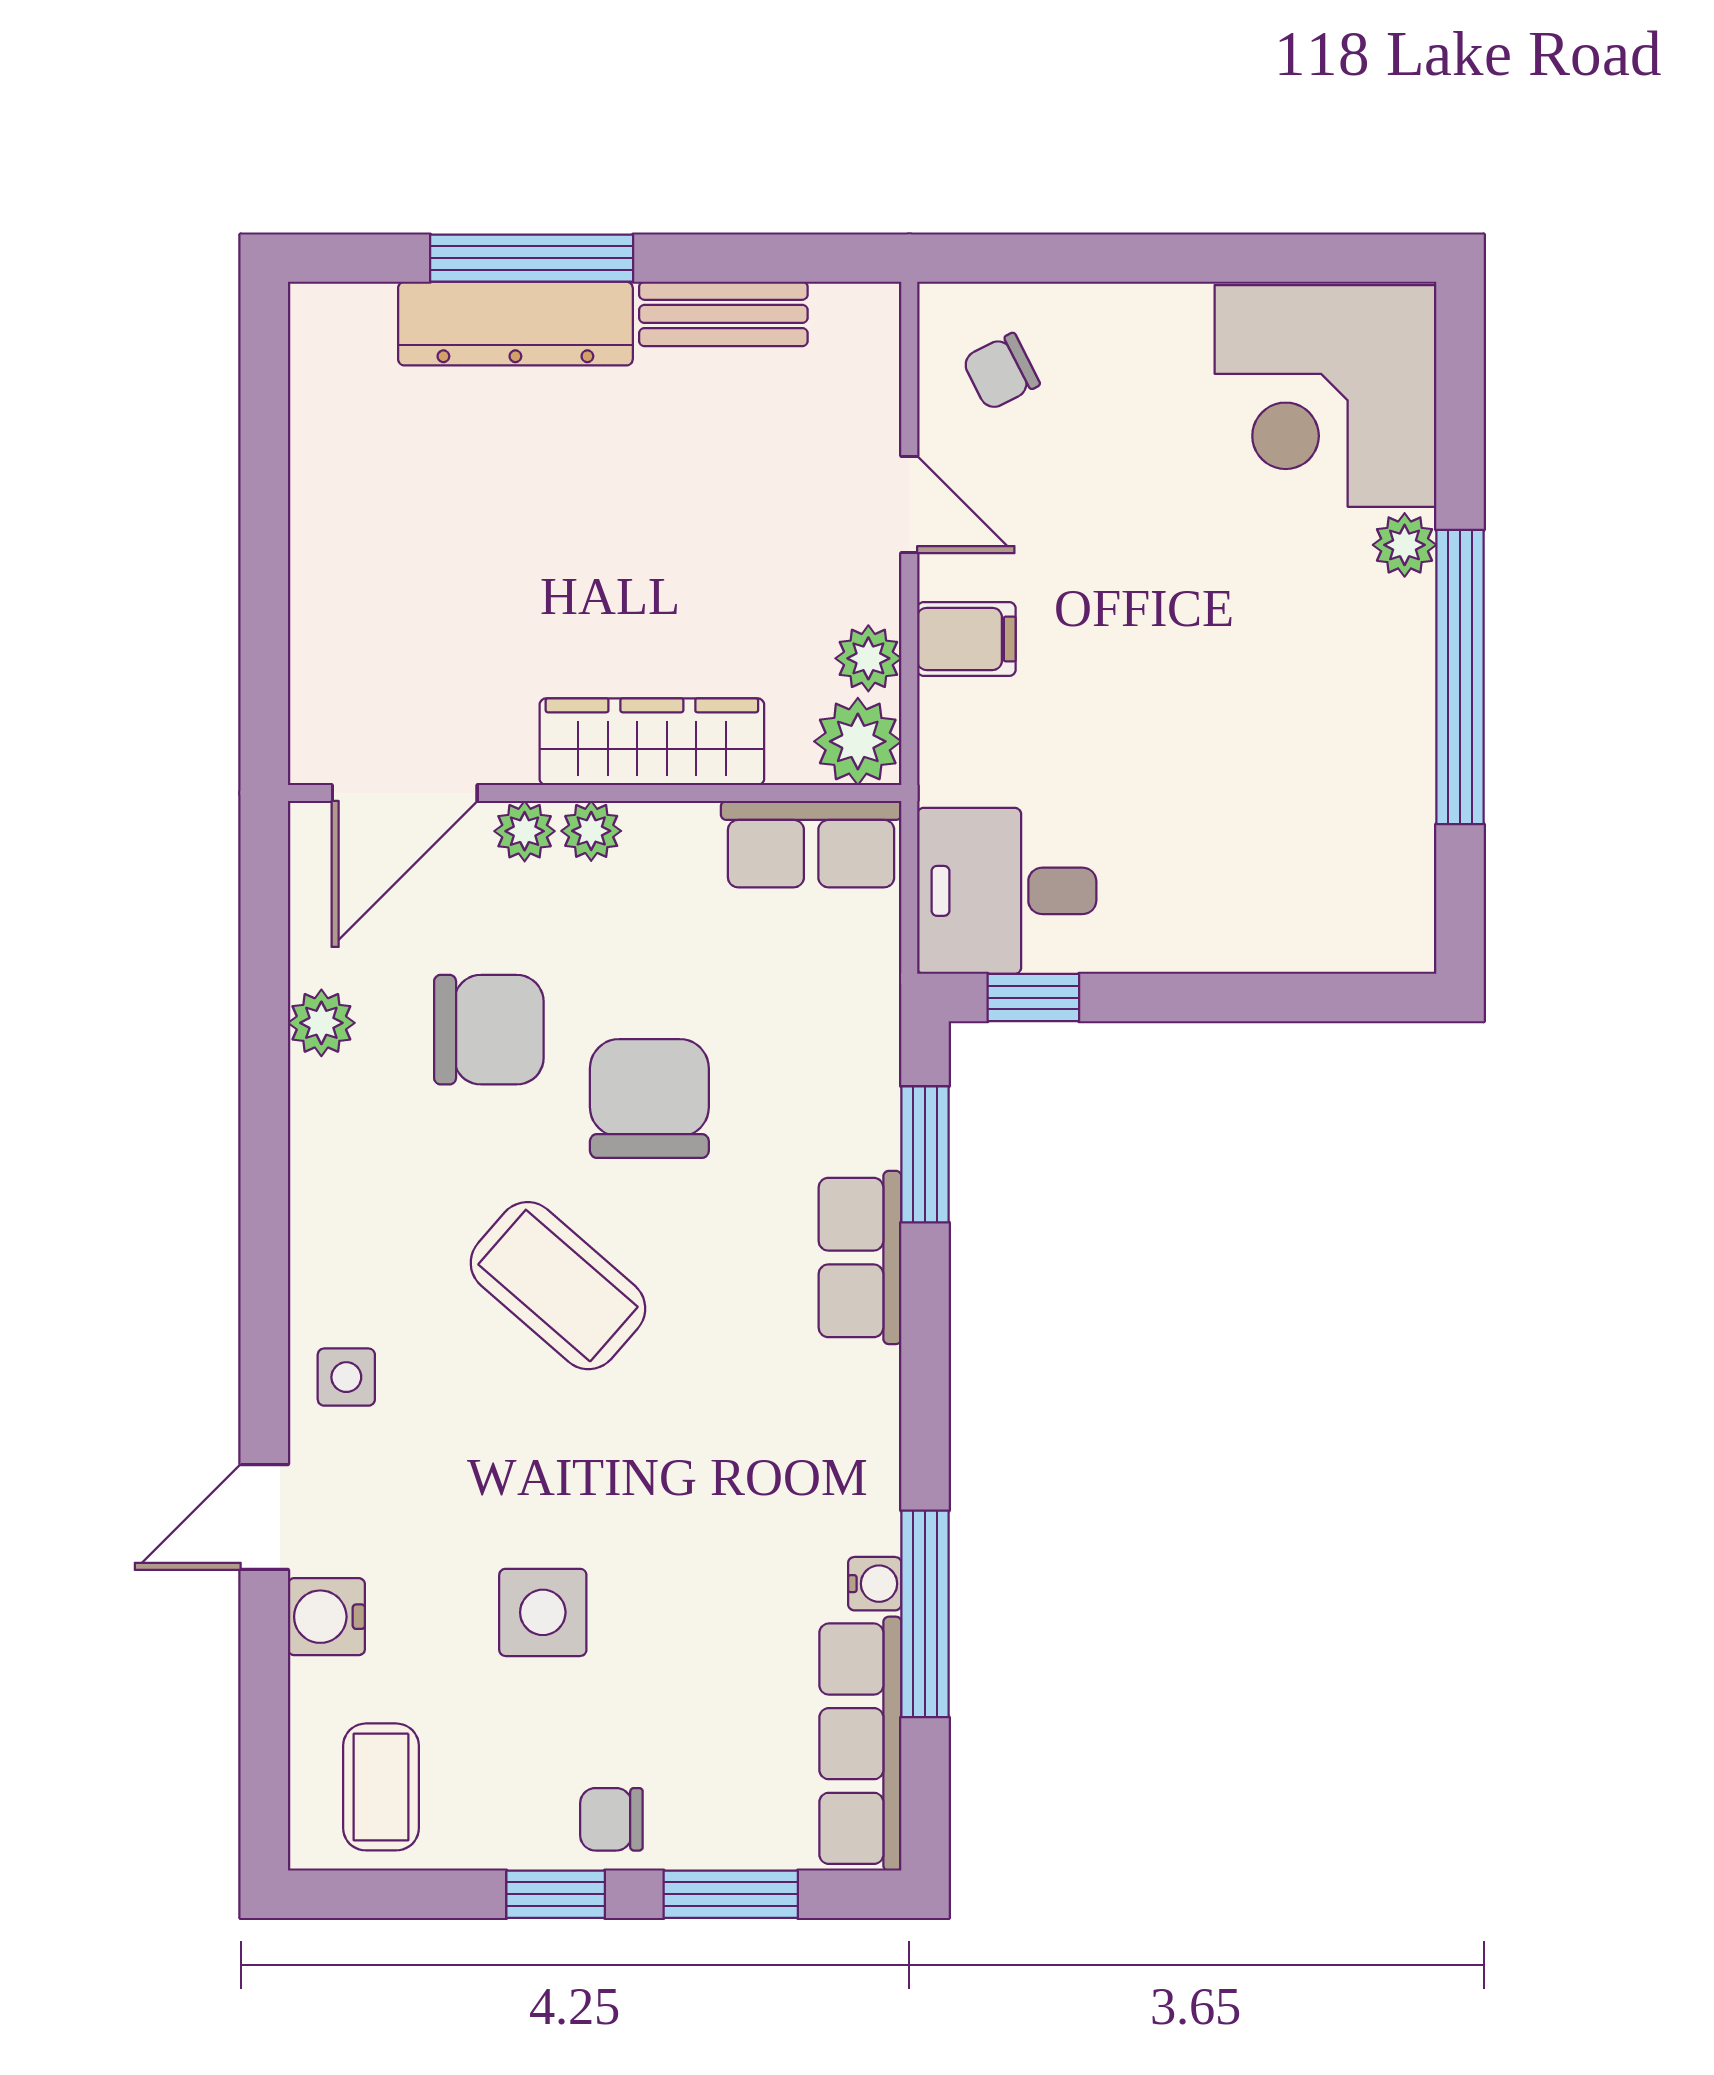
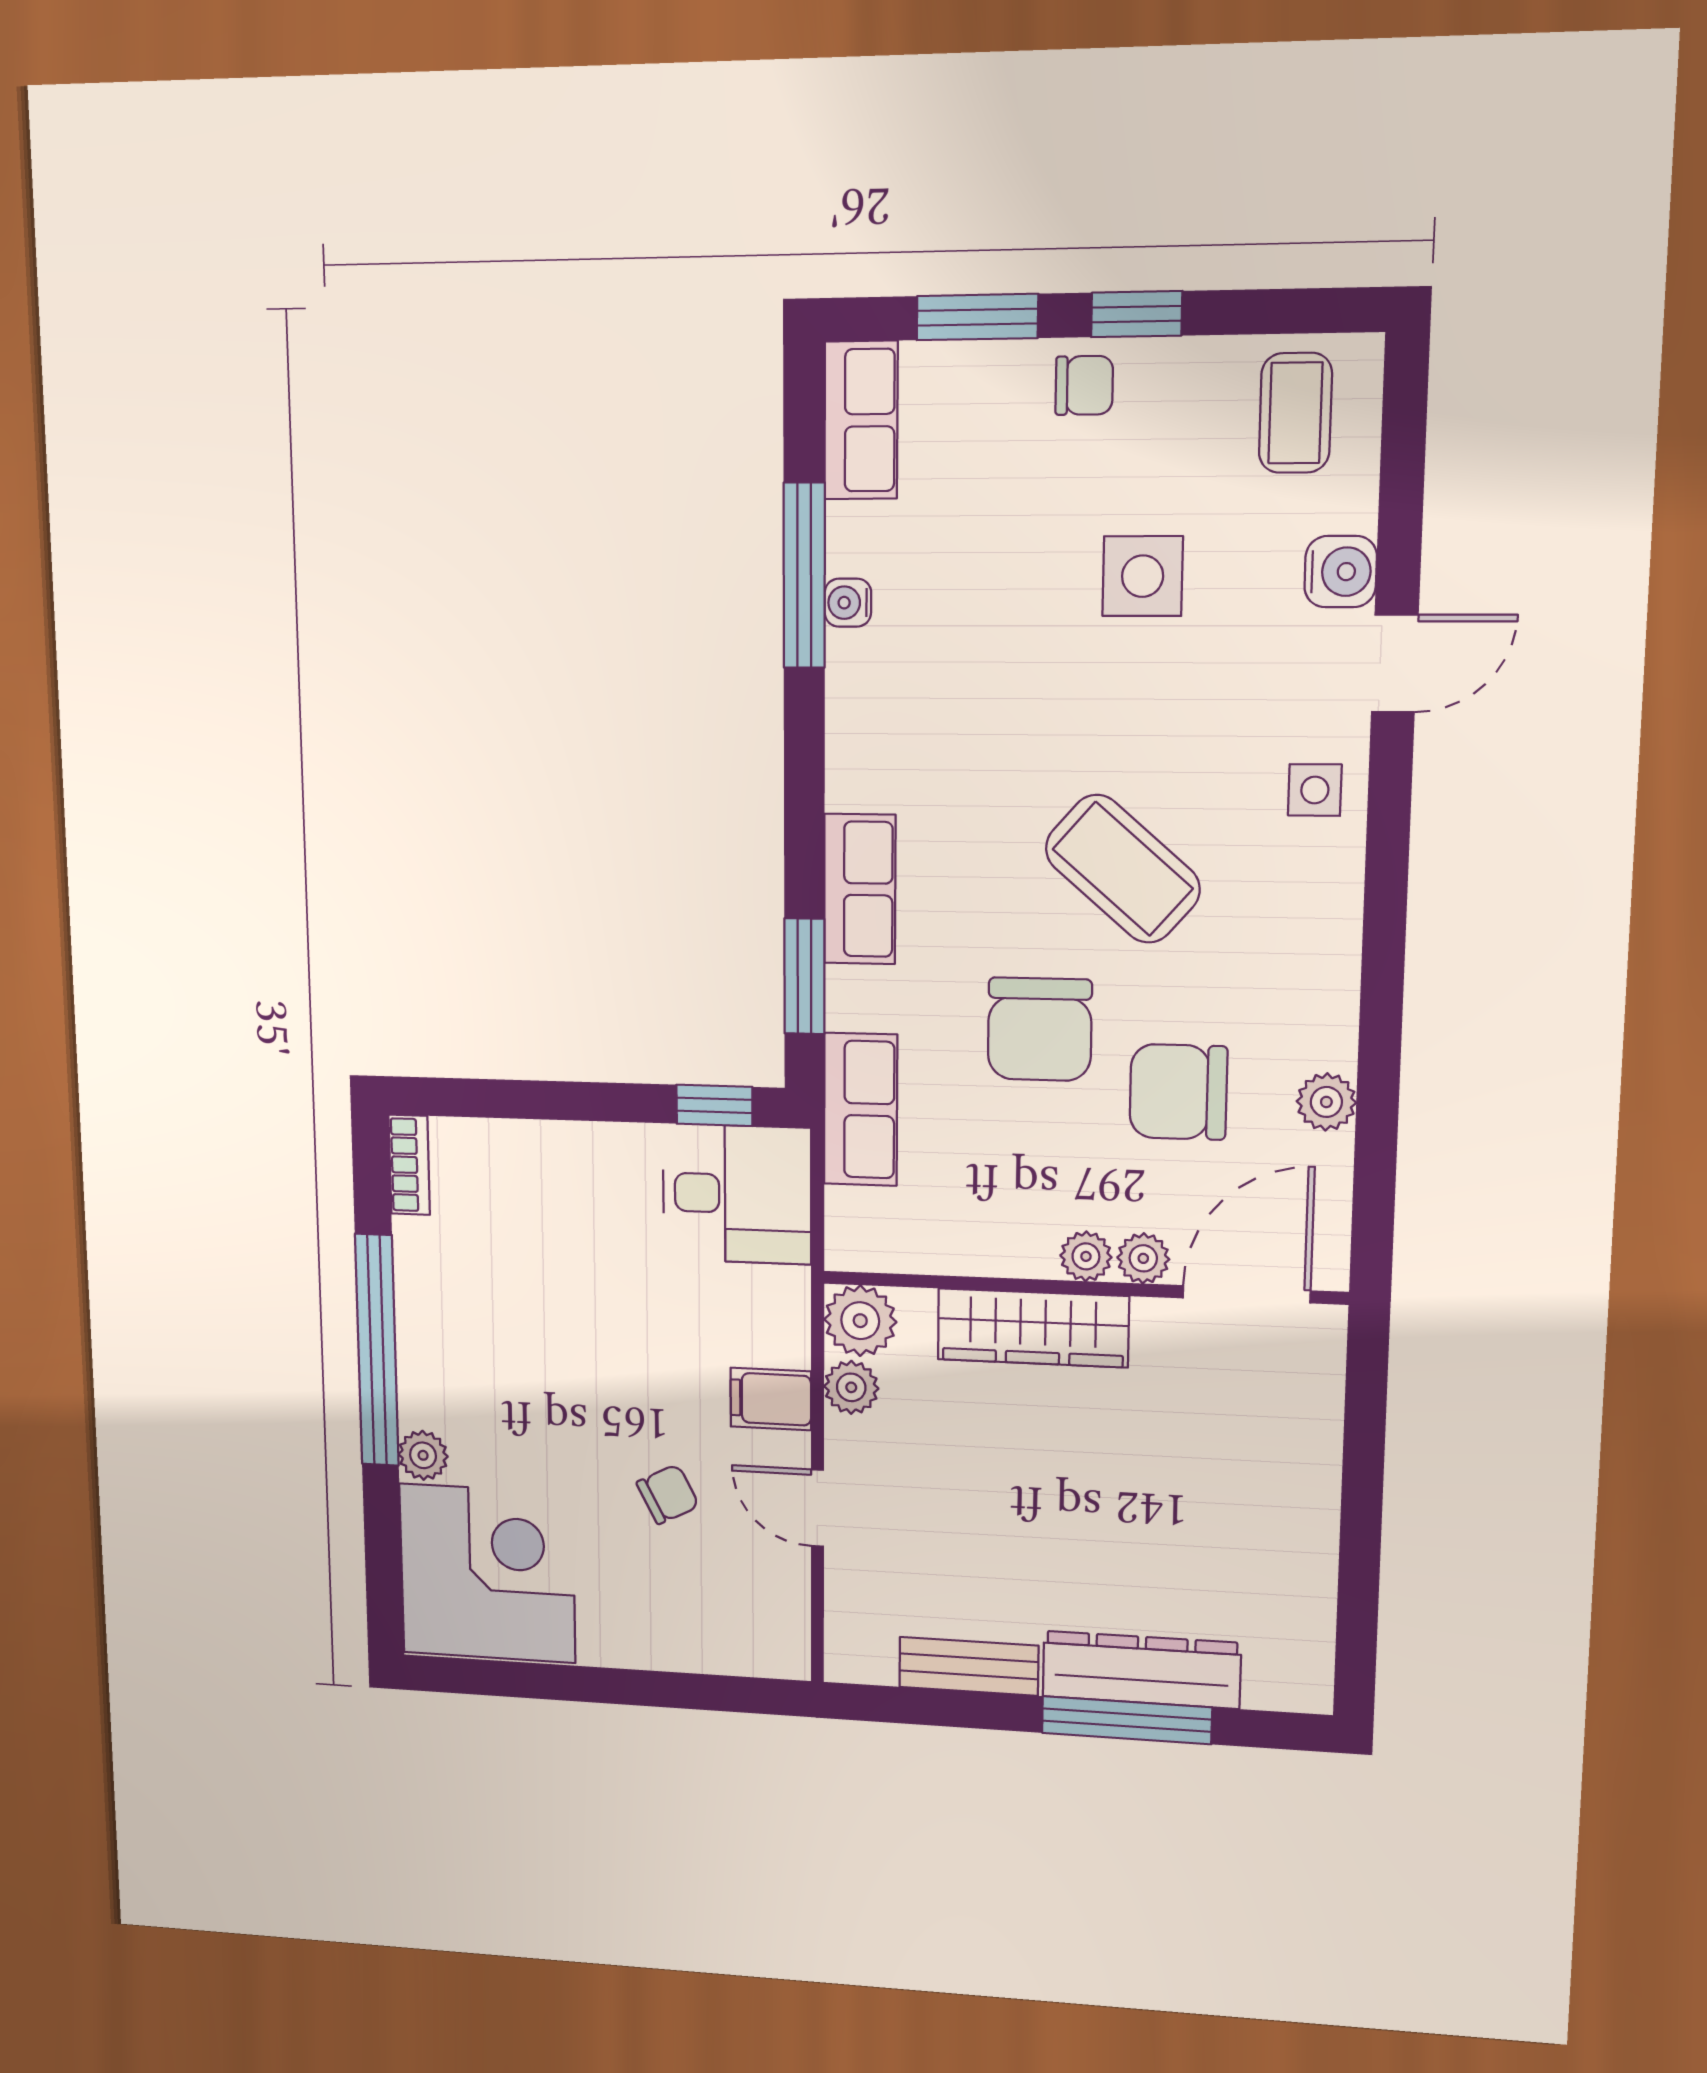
chair: (1001, 372) -> (668, 1494), moved
row of seats: (811, 844) -> (861, 1109), moved, turned 90
bookcase: (1412, 913) -> (409, 1165), added
row of seats: (860, 1744) -> (861, 420), width x0.68

